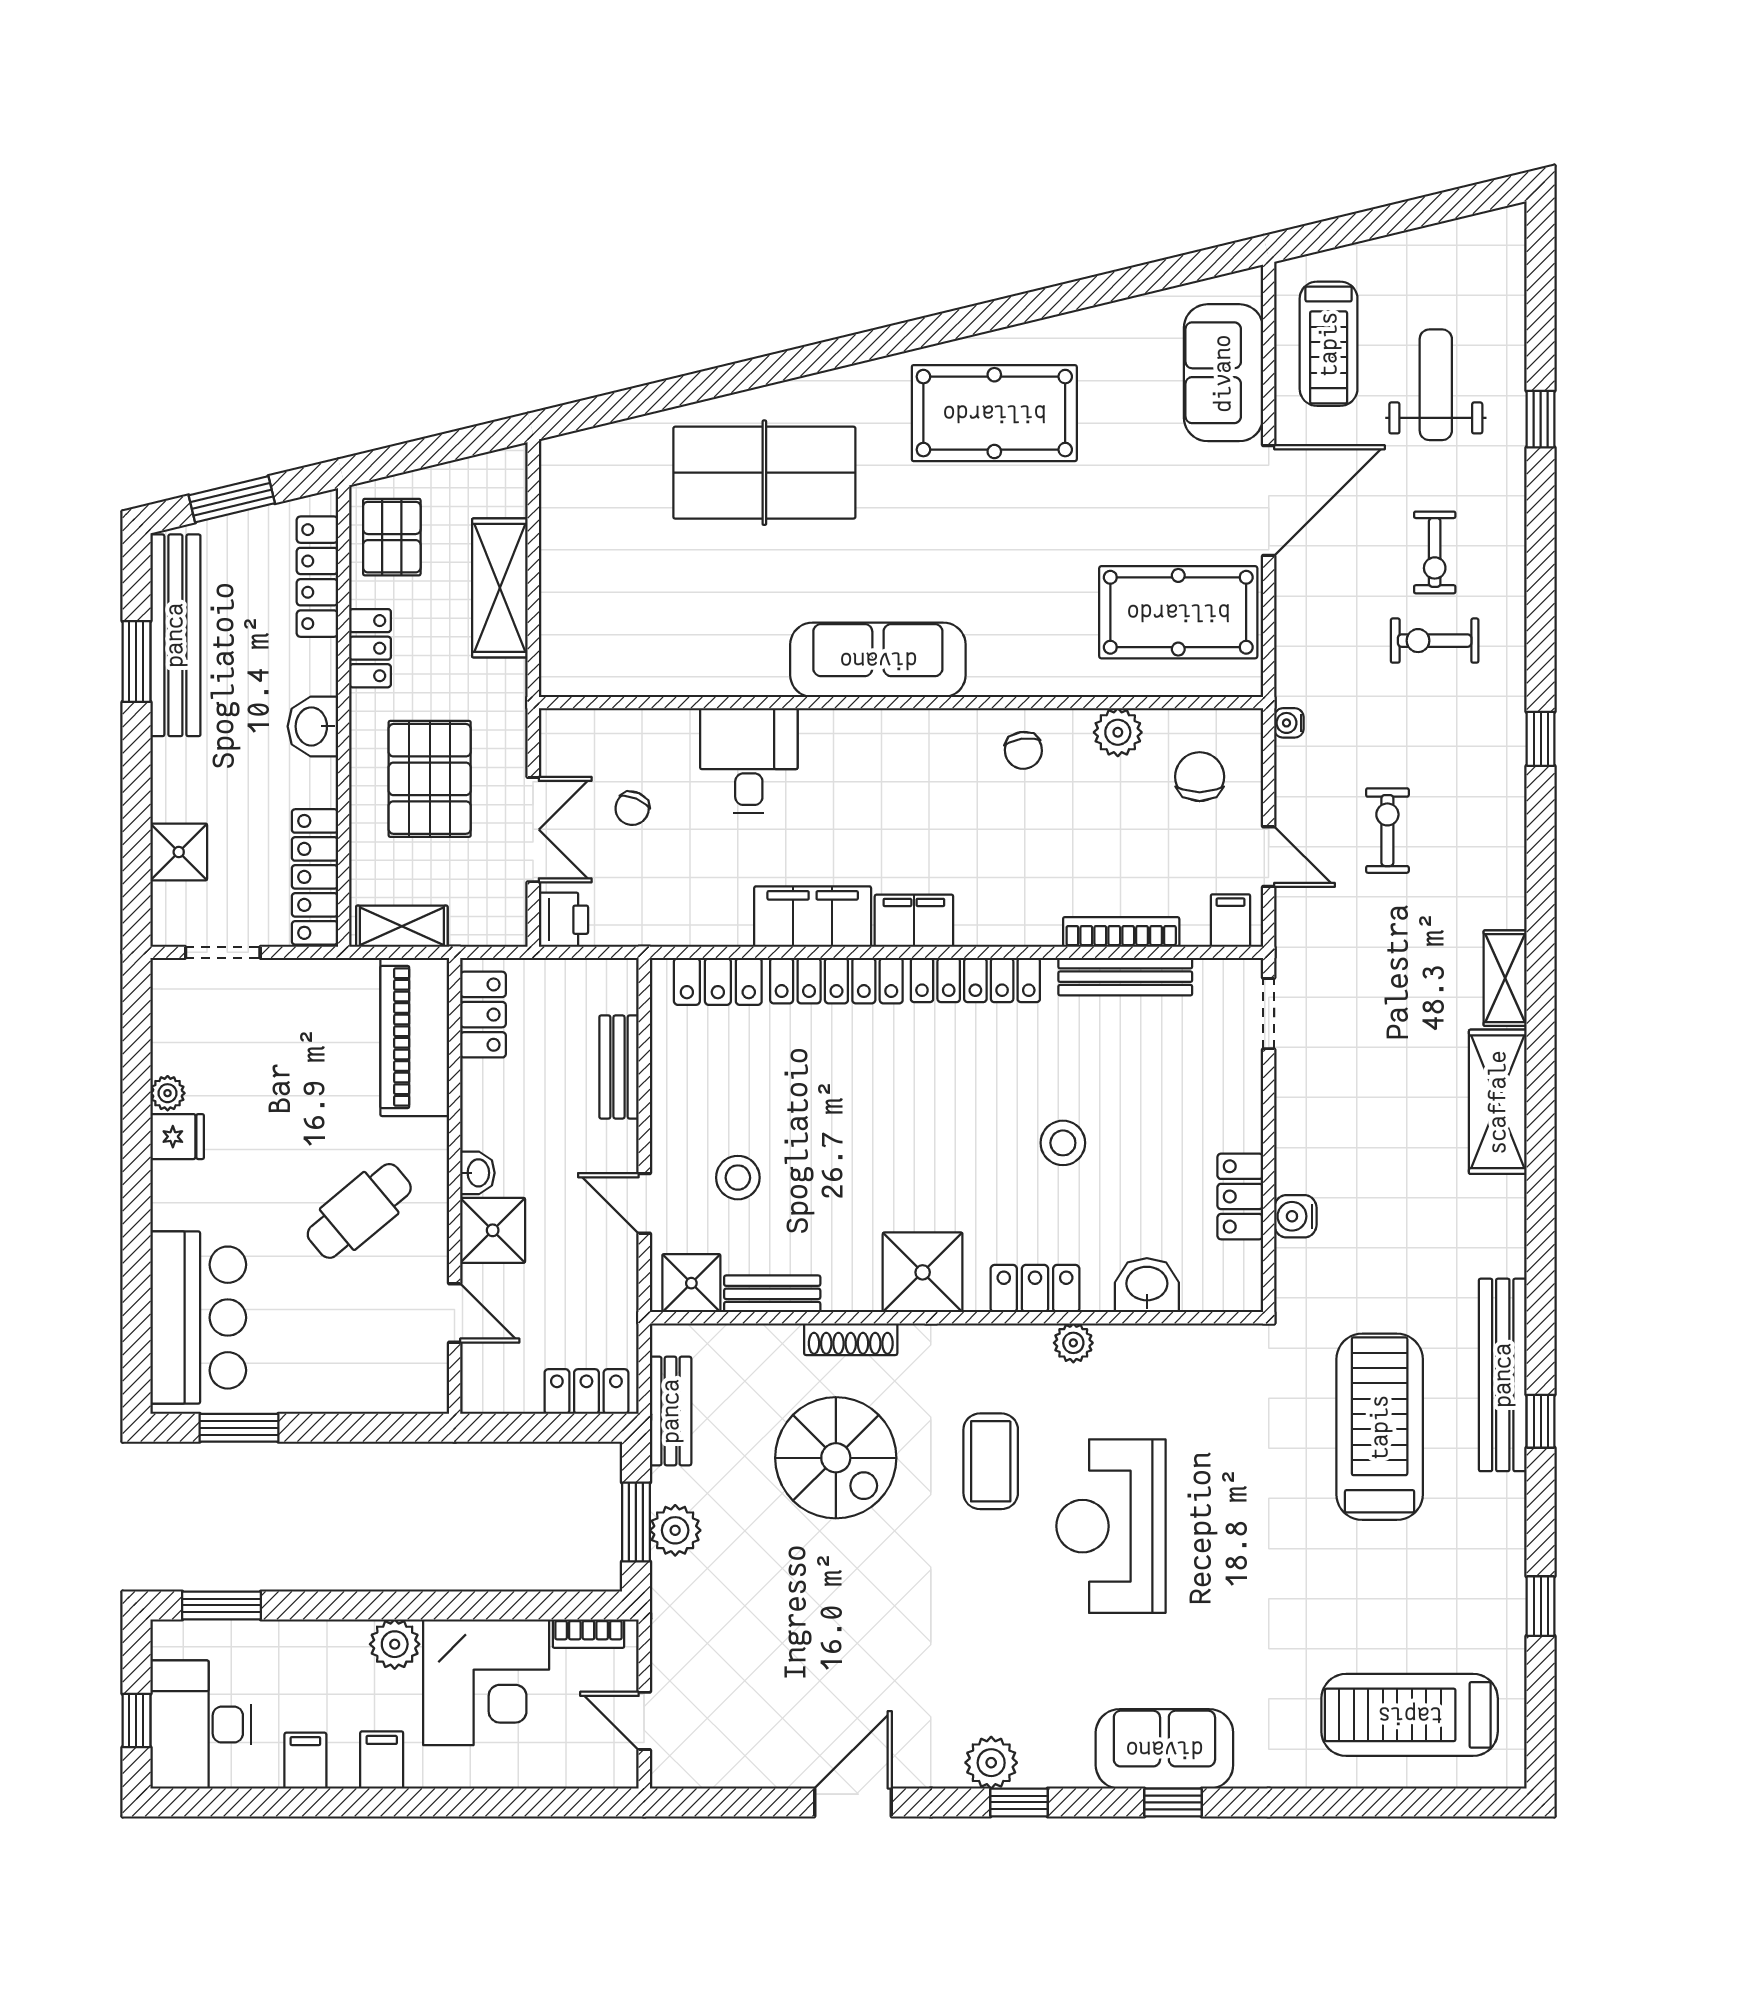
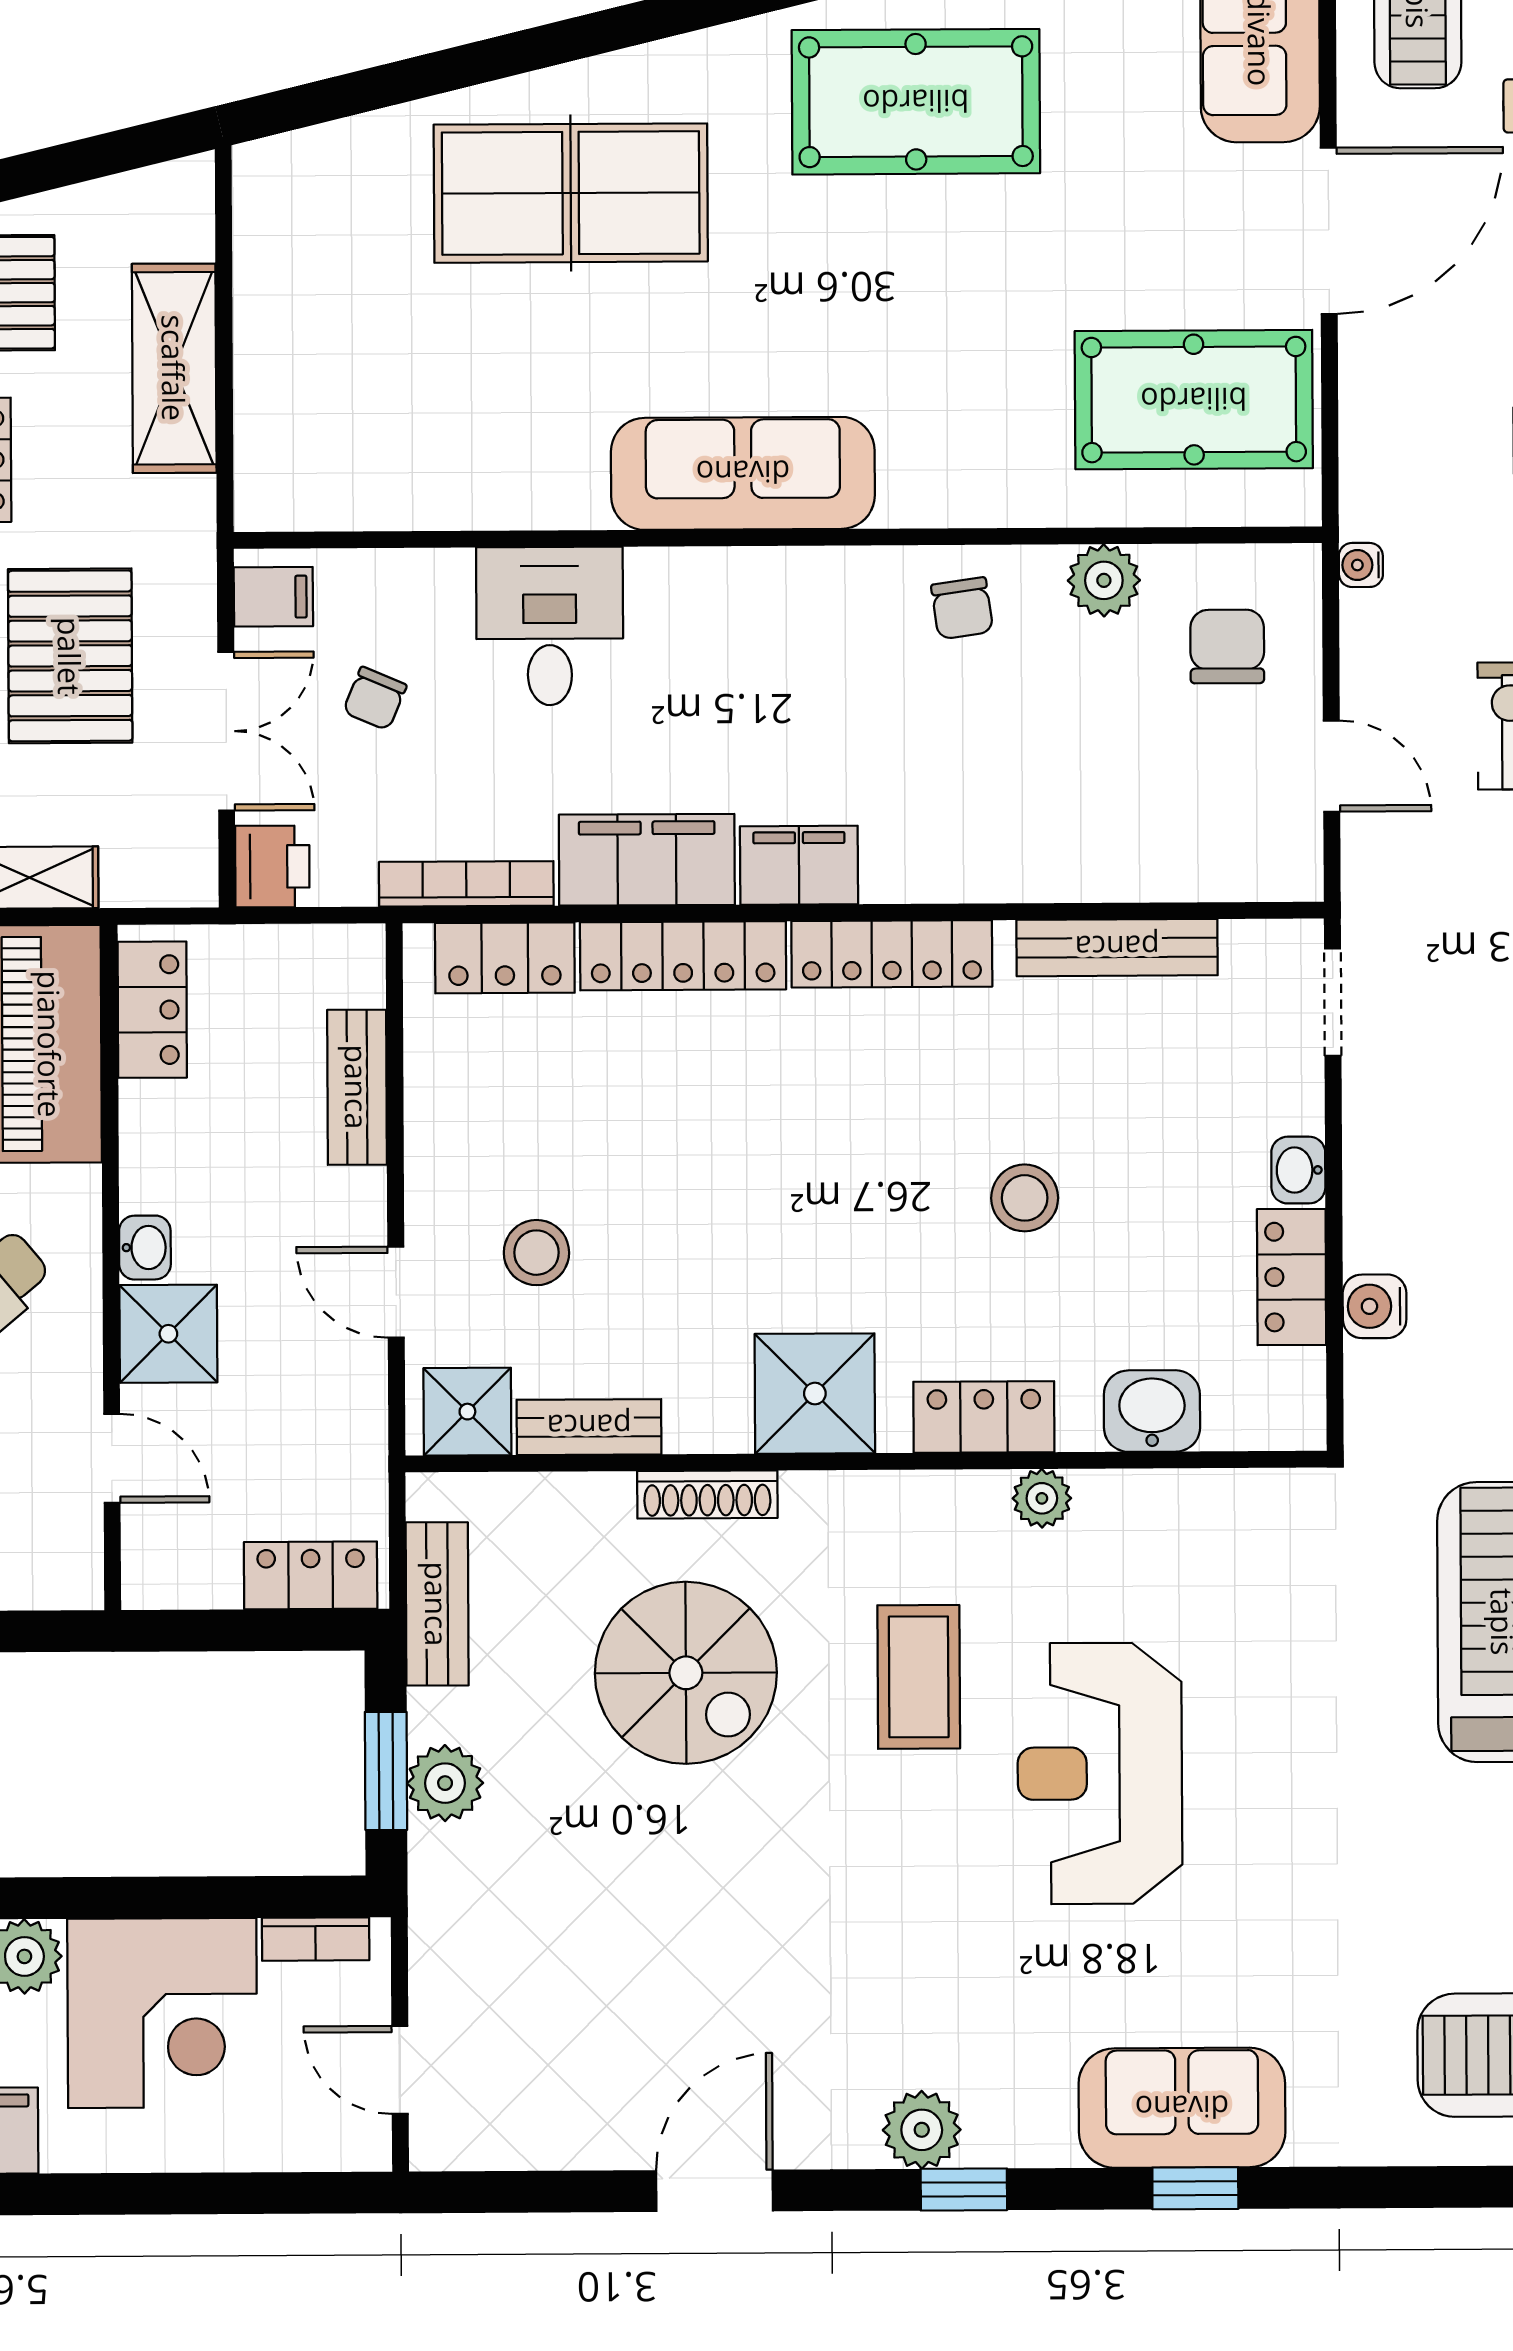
filing cabinet: (1230, 921) -> (273, 597), moved, turned 90
bookcase: (1121, 932) -> (466, 884), moved
washbasin: (1245, 1125) -> (1298, 1170), added

